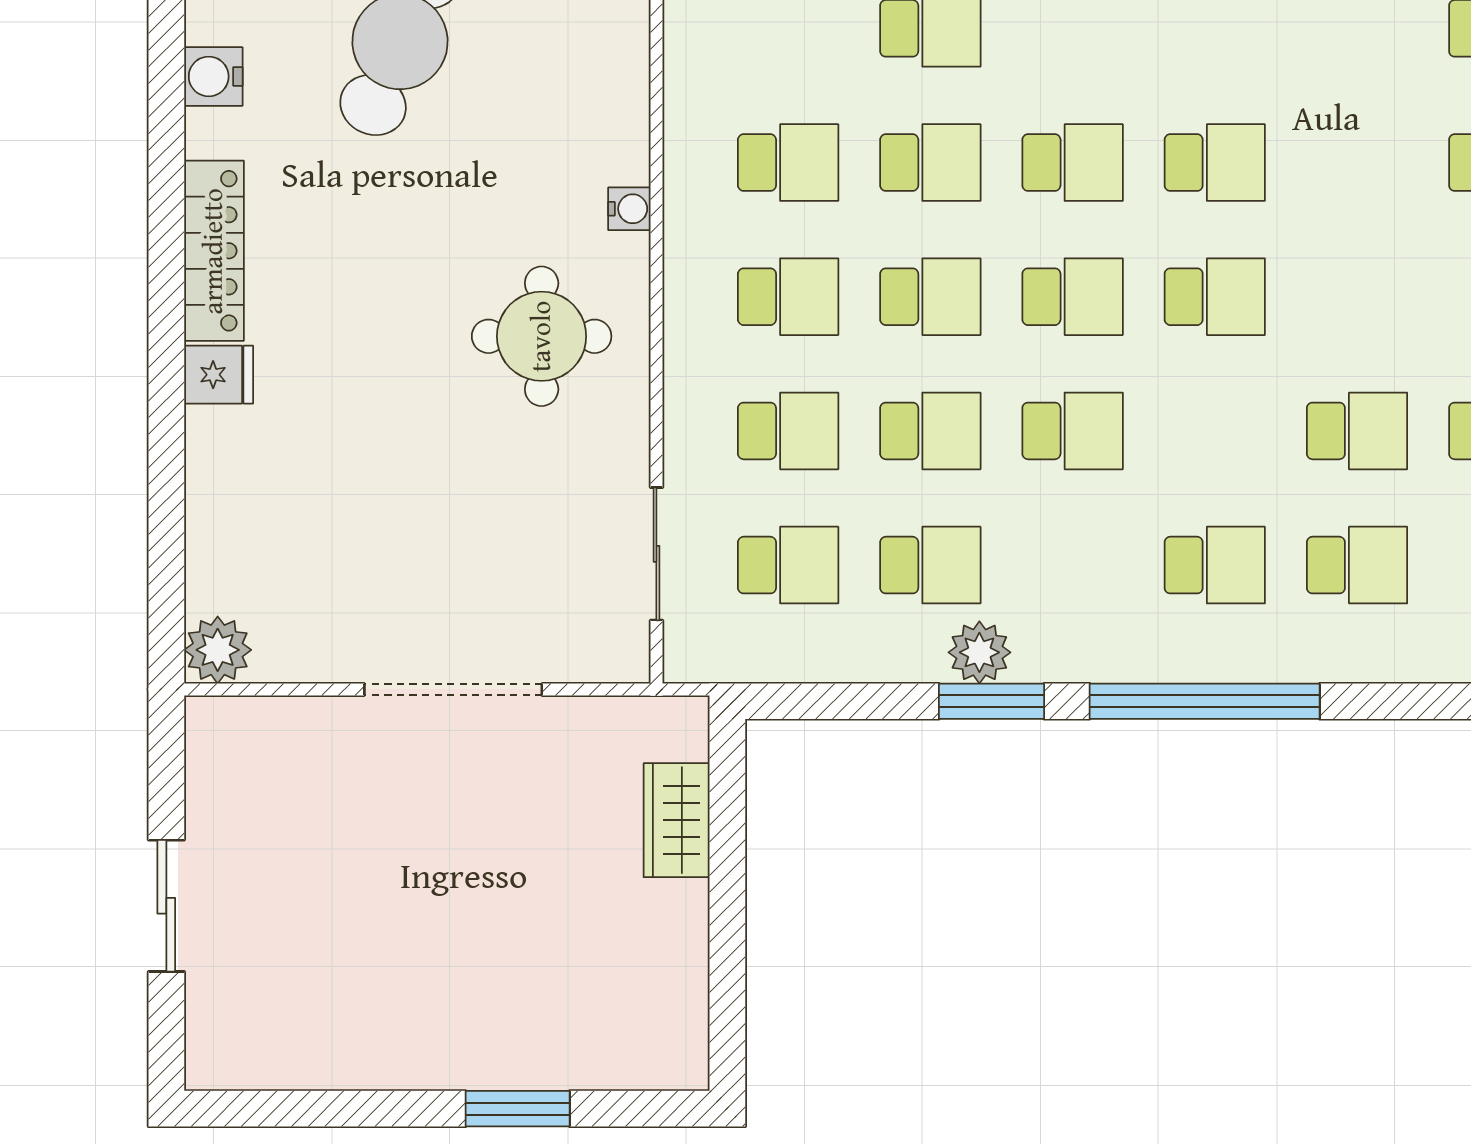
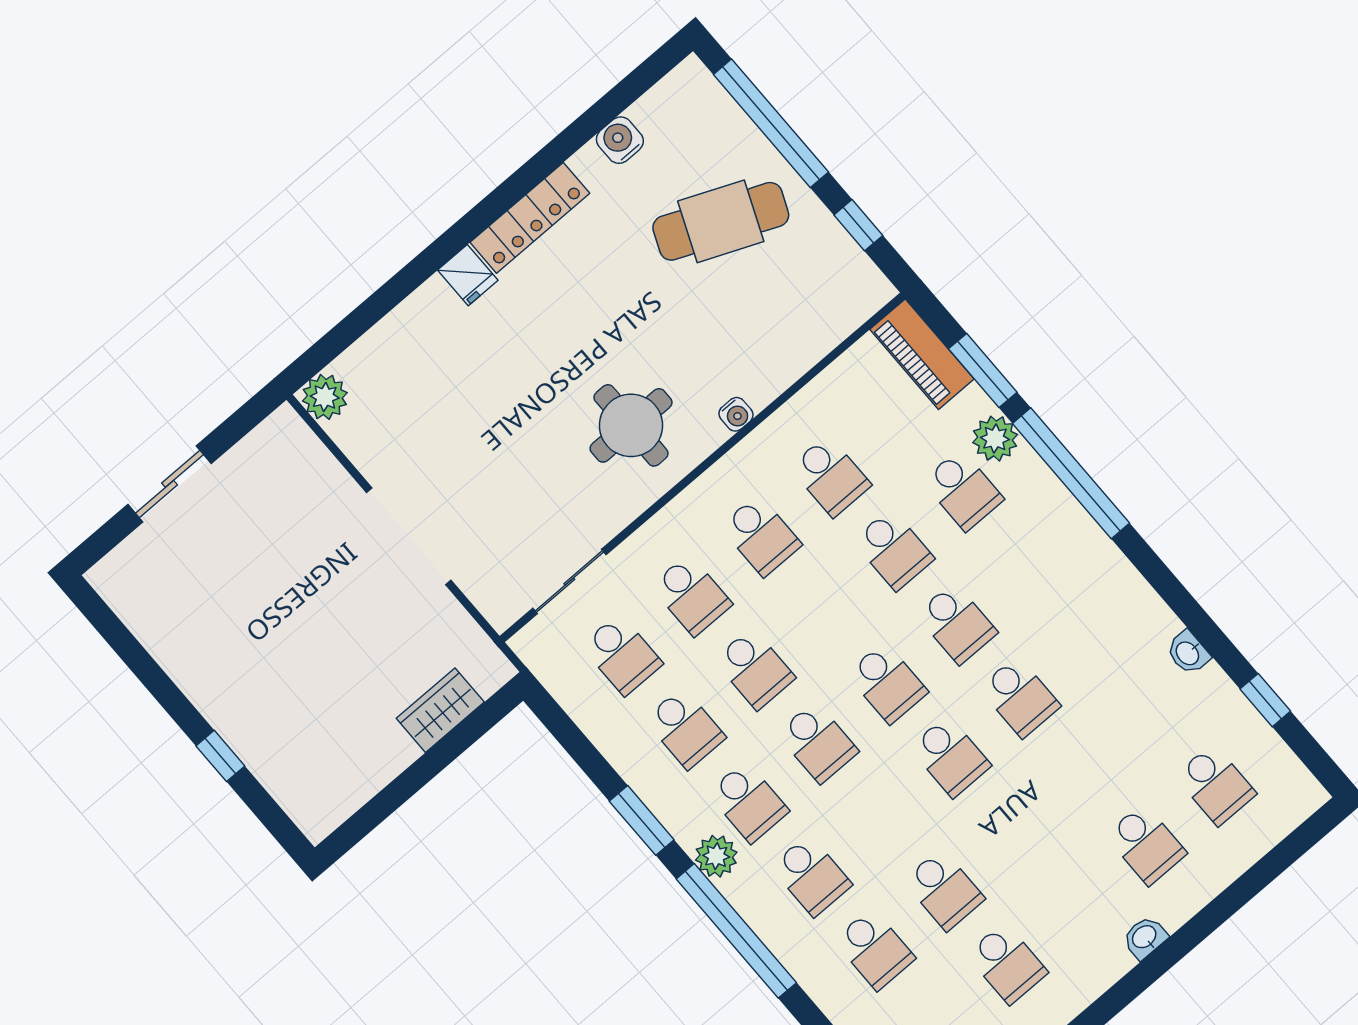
school desk: (930, 297) -> (748, 802), moved
plant: (979, 652) -> (716, 856), moved
window: (518, 1109) -> (220, 756), width x0.67

